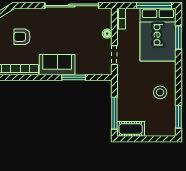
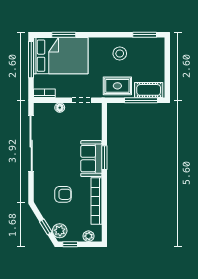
armchair: (22, 37) -> (63, 194), turned -90
window: (74, 77) -> (104, 158), moved
rug: (128, 90) -> (117, 86), added
cot: (131, 129) -> (149, 90), moved, turned 90

